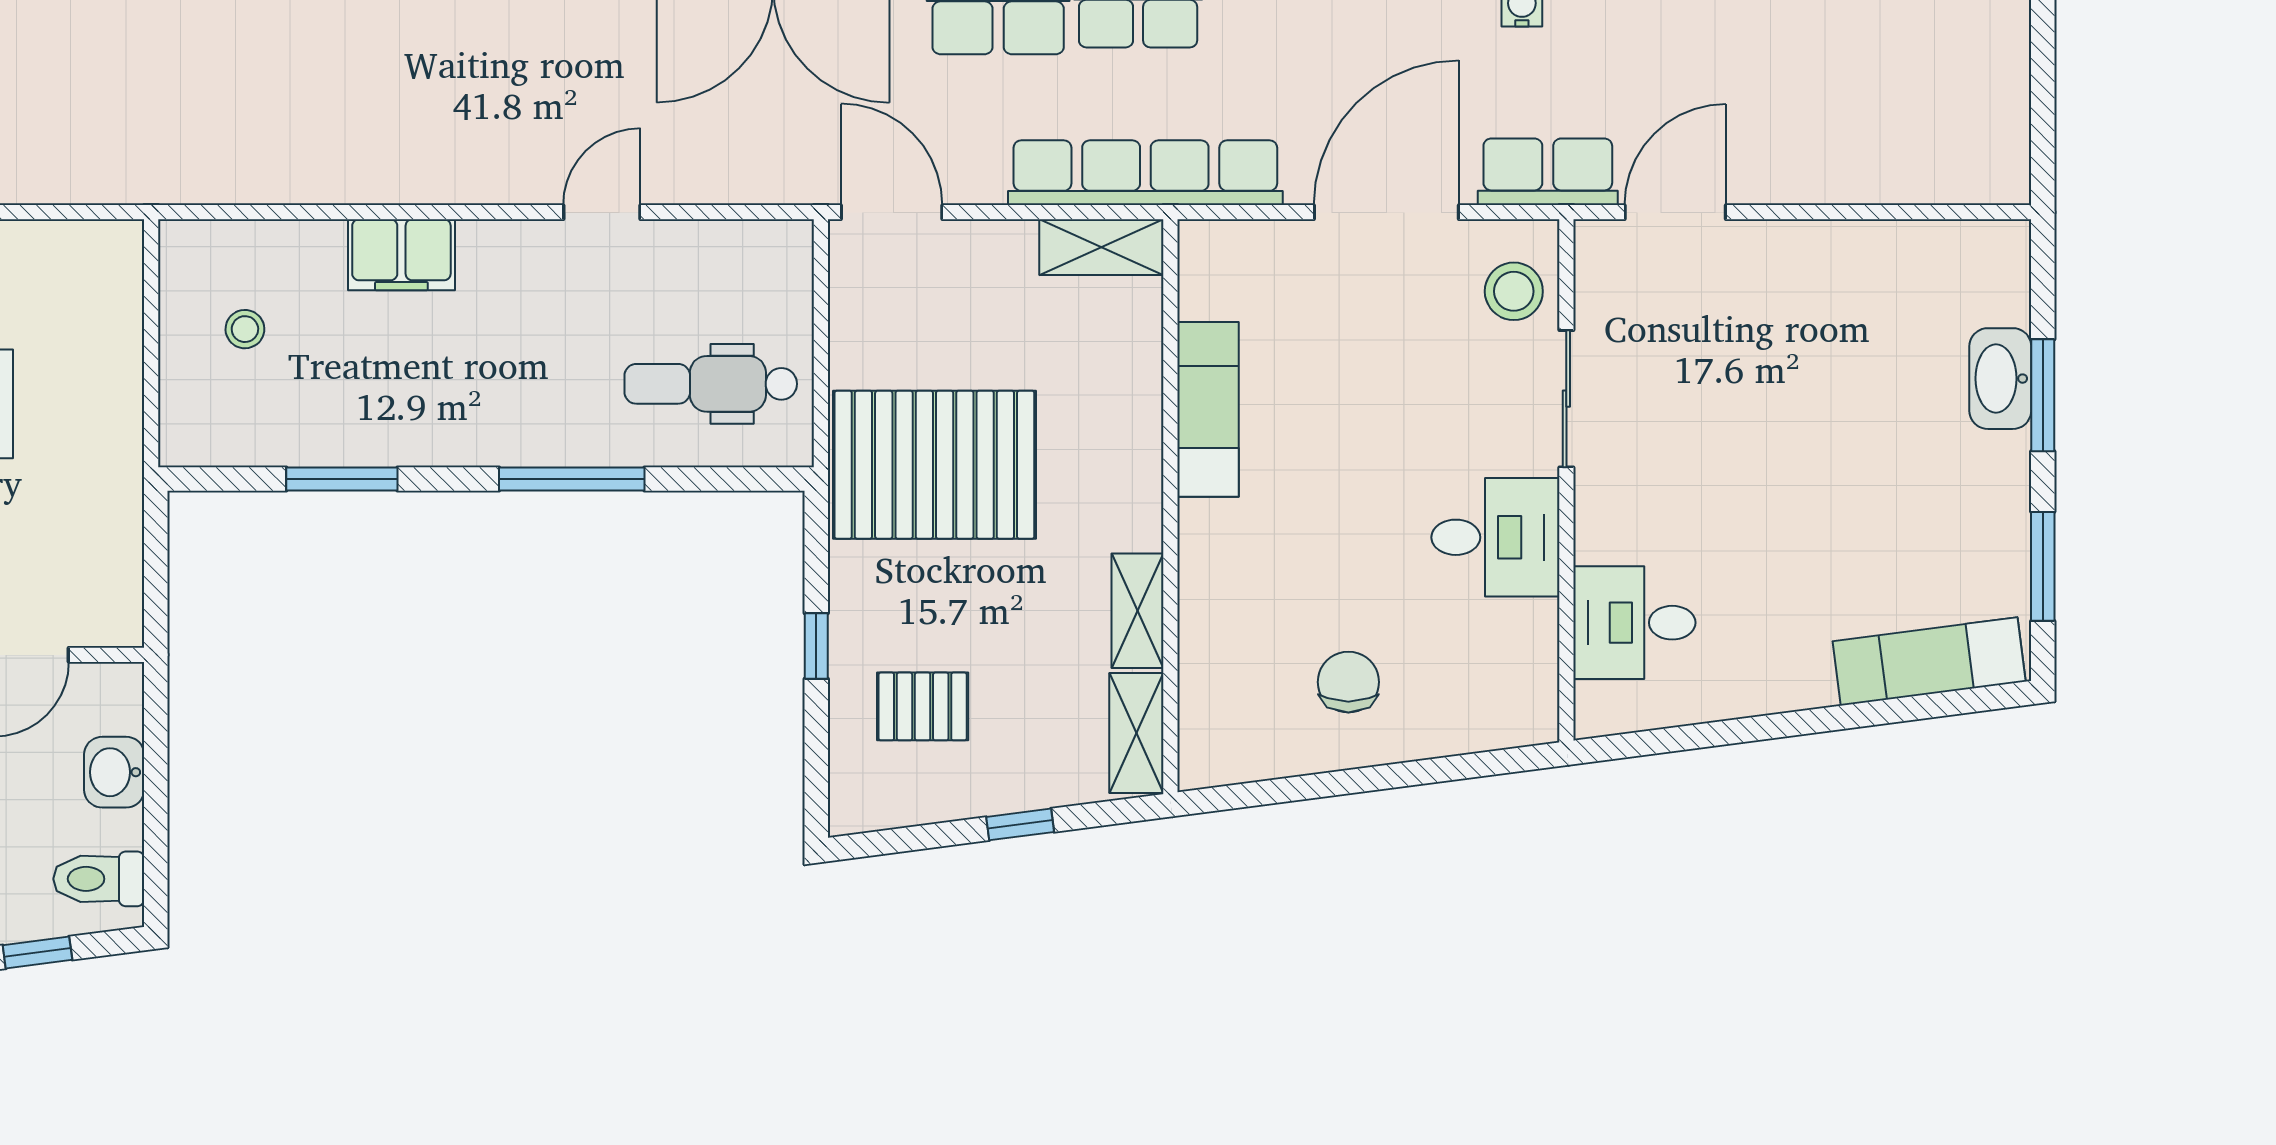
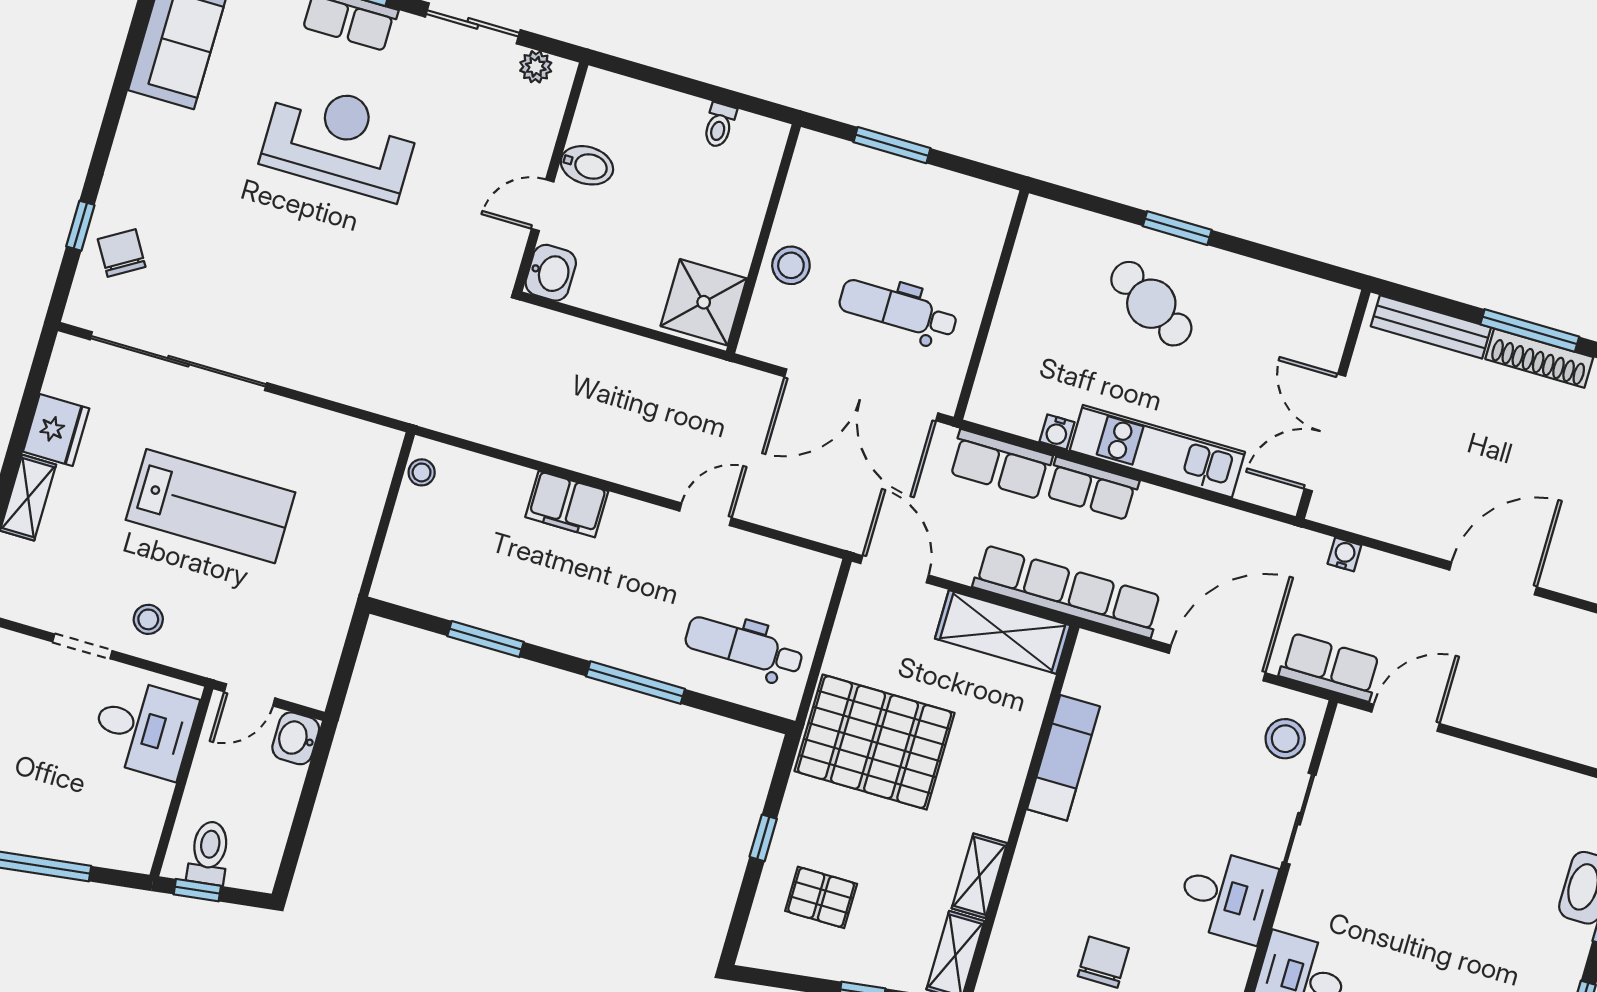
shelving: (1101, 247) -> (1003, 632), width x1.50, depth x1.33
stool: (245, 329) -> (422, 472), moved
washbasin: (114, 772) -> (296, 738), moved
toilet: (99, 879) -> (209, 853), moved, turned 83

